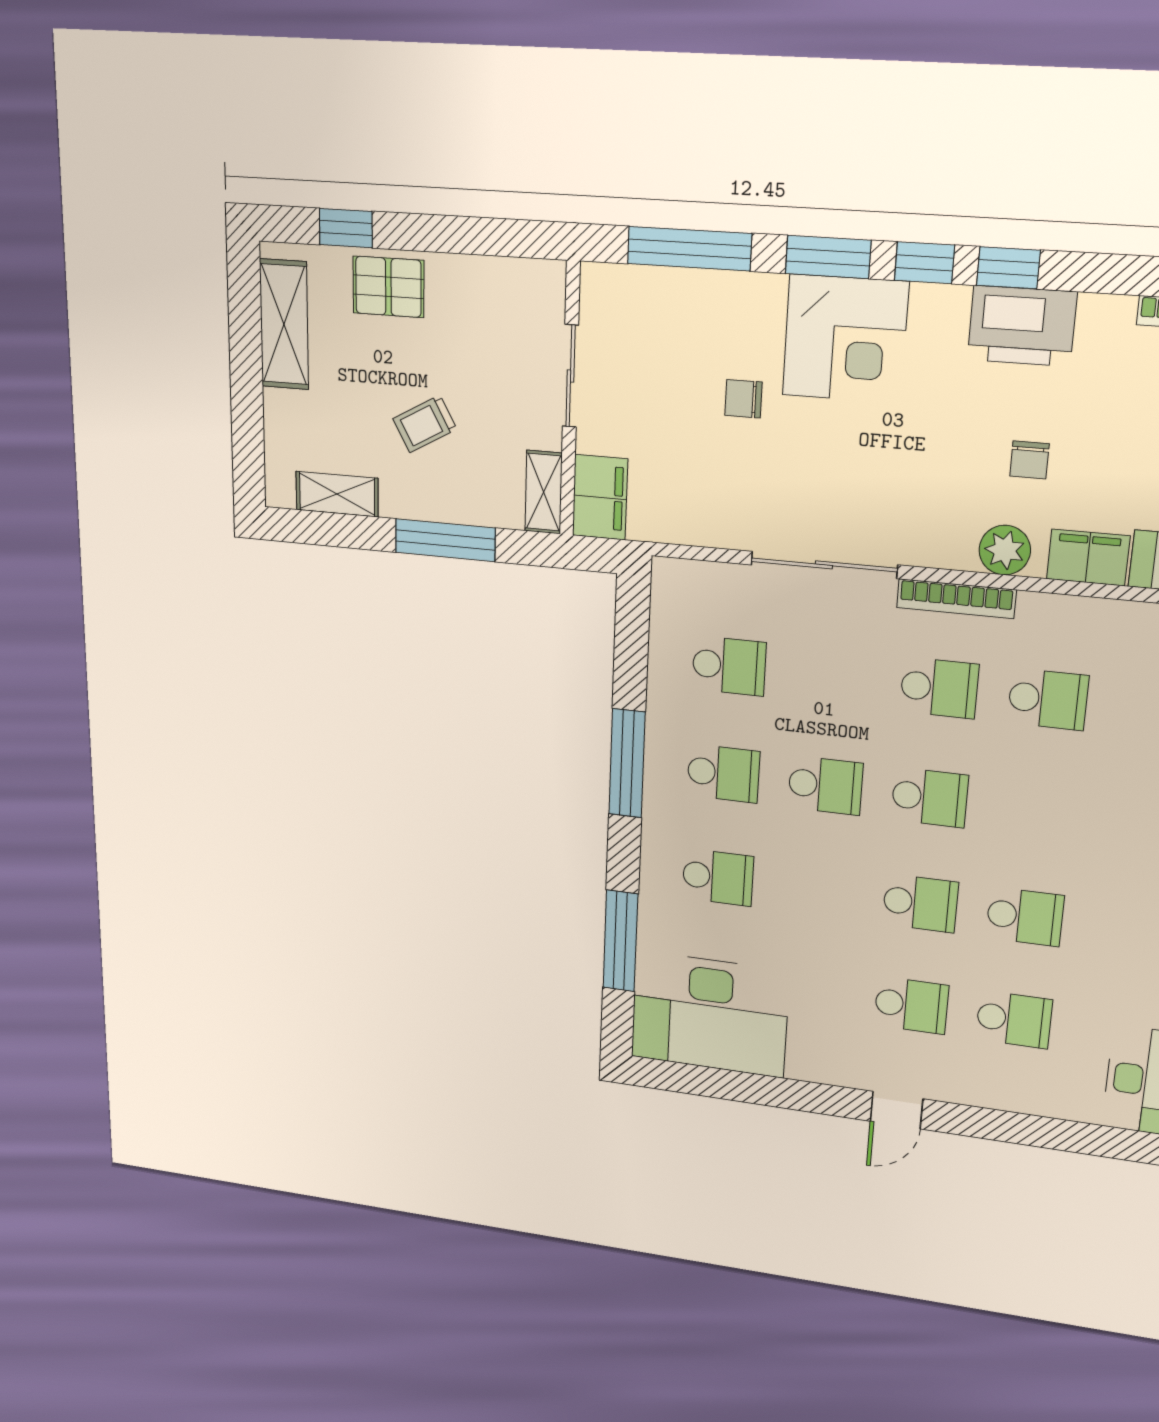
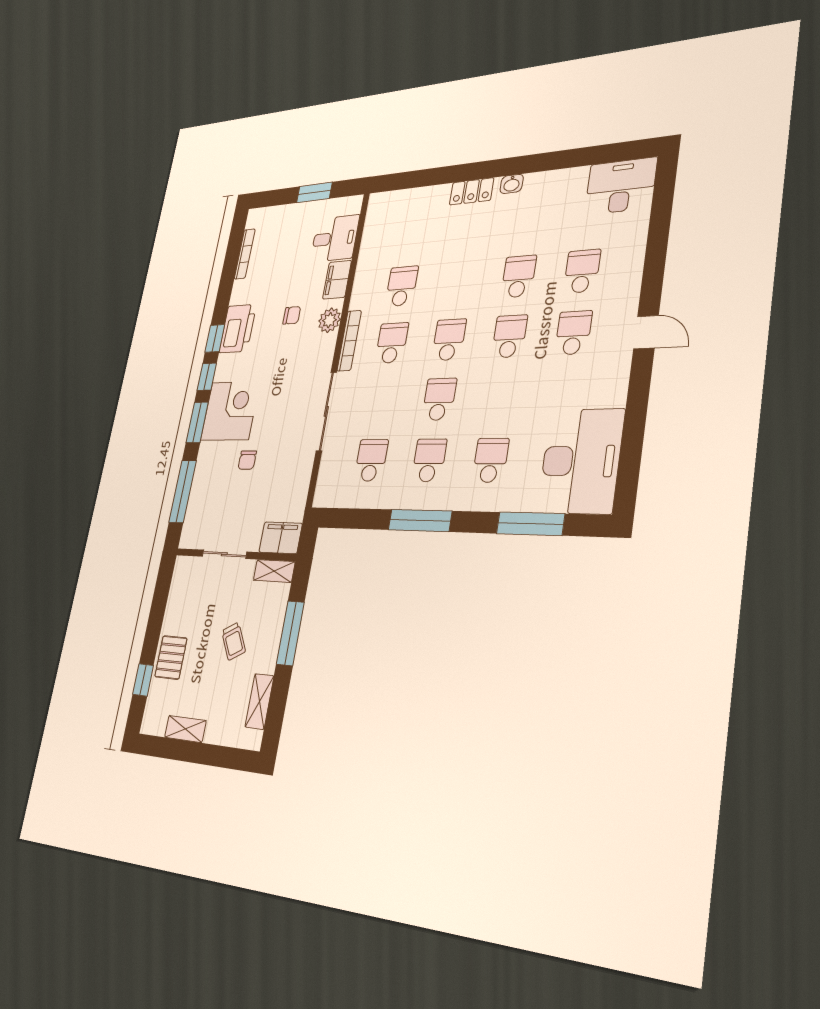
shelving: (284, 324) -> (185, 729), width x0.67, depth x0.75

